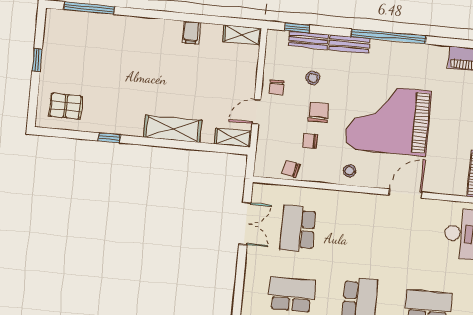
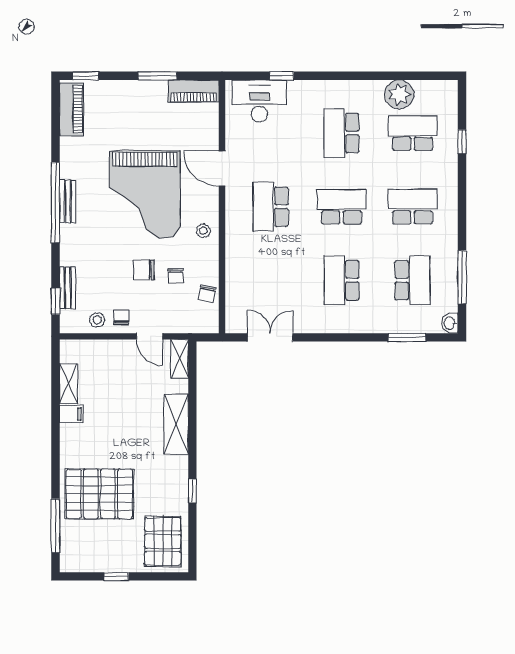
shelving: (242, 35) -> (69, 384), moved
bench: (349, 44) -> (68, 201), moved
pallet: (115, 52) -> (99, 494), added
stool: (313, 78) -> (97, 320), moved
chair: (277, 87) -> (121, 317), turned -90
pallet: (65, 106) -> (163, 541), width x1.50, depth x1.42
school desk: (298, 229) -> (271, 207), moved, turned 90

